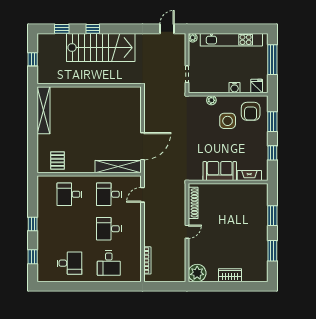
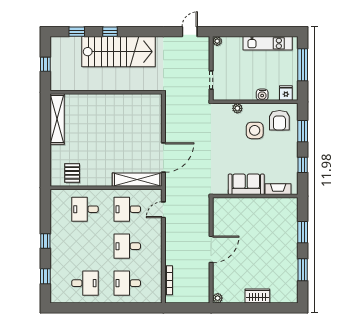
kitchen unit: (231, 40) -> (268, 43), width x0.73
shoe rack: (193, 203) -> (218, 218), removed
door: (187, 232) -> (211, 249), width x1.87
desk: (109, 263) -> (127, 283), turned 90
plant: (197, 273) -> (218, 298), width x0.53, depth x0.53

